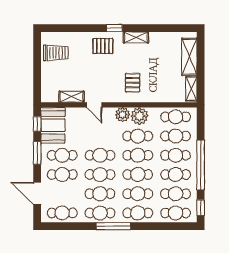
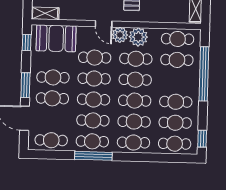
shelving: (72, 97) -> (45, 13), moved
door: (94, 105) -> (104, 24), moved
booth: (53, 125) -> (56, 38), moved, turned 90
window: (37, 153) -> (25, 85), moved
cafe table: (176, 155) -> (95, 58), moved
window: (201, 165) -> (204, 74), moved
window: (113, 226) -> (93, 156), moved

